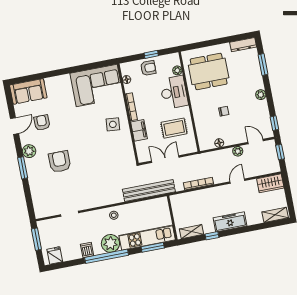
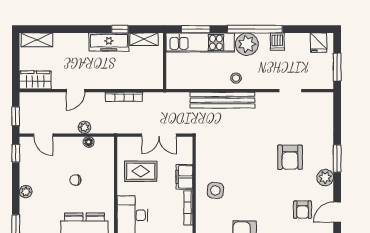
plant: (238, 151) -> (84, 127), moved
bench: (149, 191) -> (222, 100), moved
freezer: (230, 222) -> (109, 42), moved

